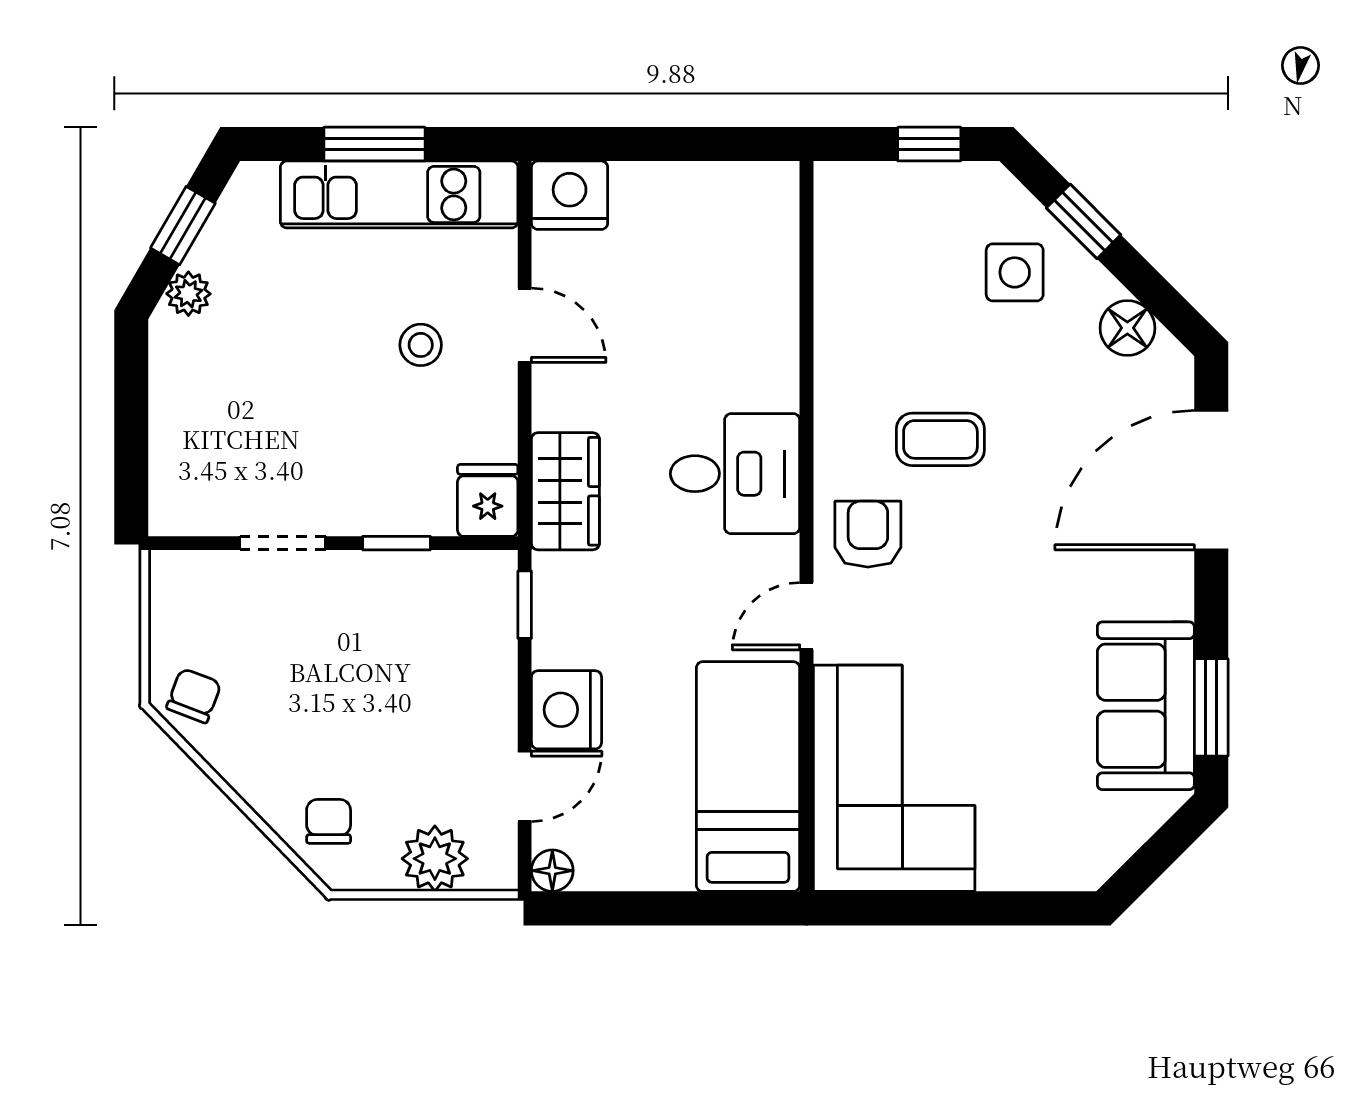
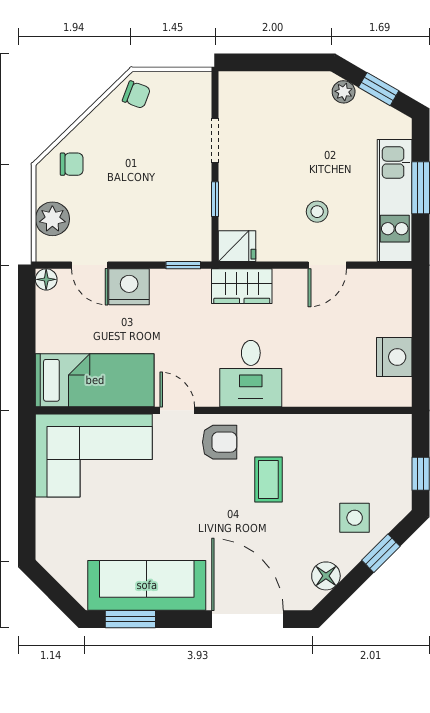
nightstand: (570, 195) -> (394, 357), moved
sofa: (1146, 706) -> (147, 585), width x1.36

